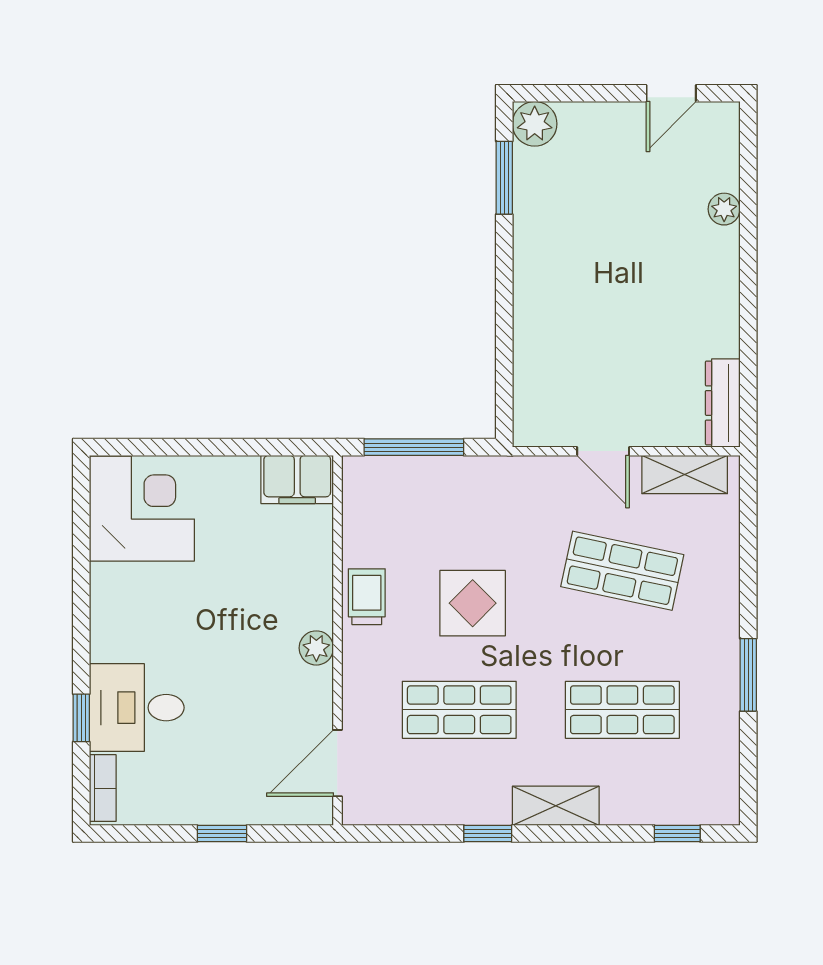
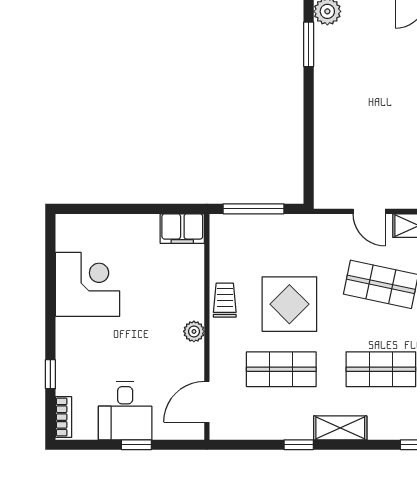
corner desk: (142, 509) -> (87, 284), moved
display table: (473, 603) -> (289, 304), width x1.36, depth x1.36
desk: (137, 708) -> (125, 411), moved, turned -90

